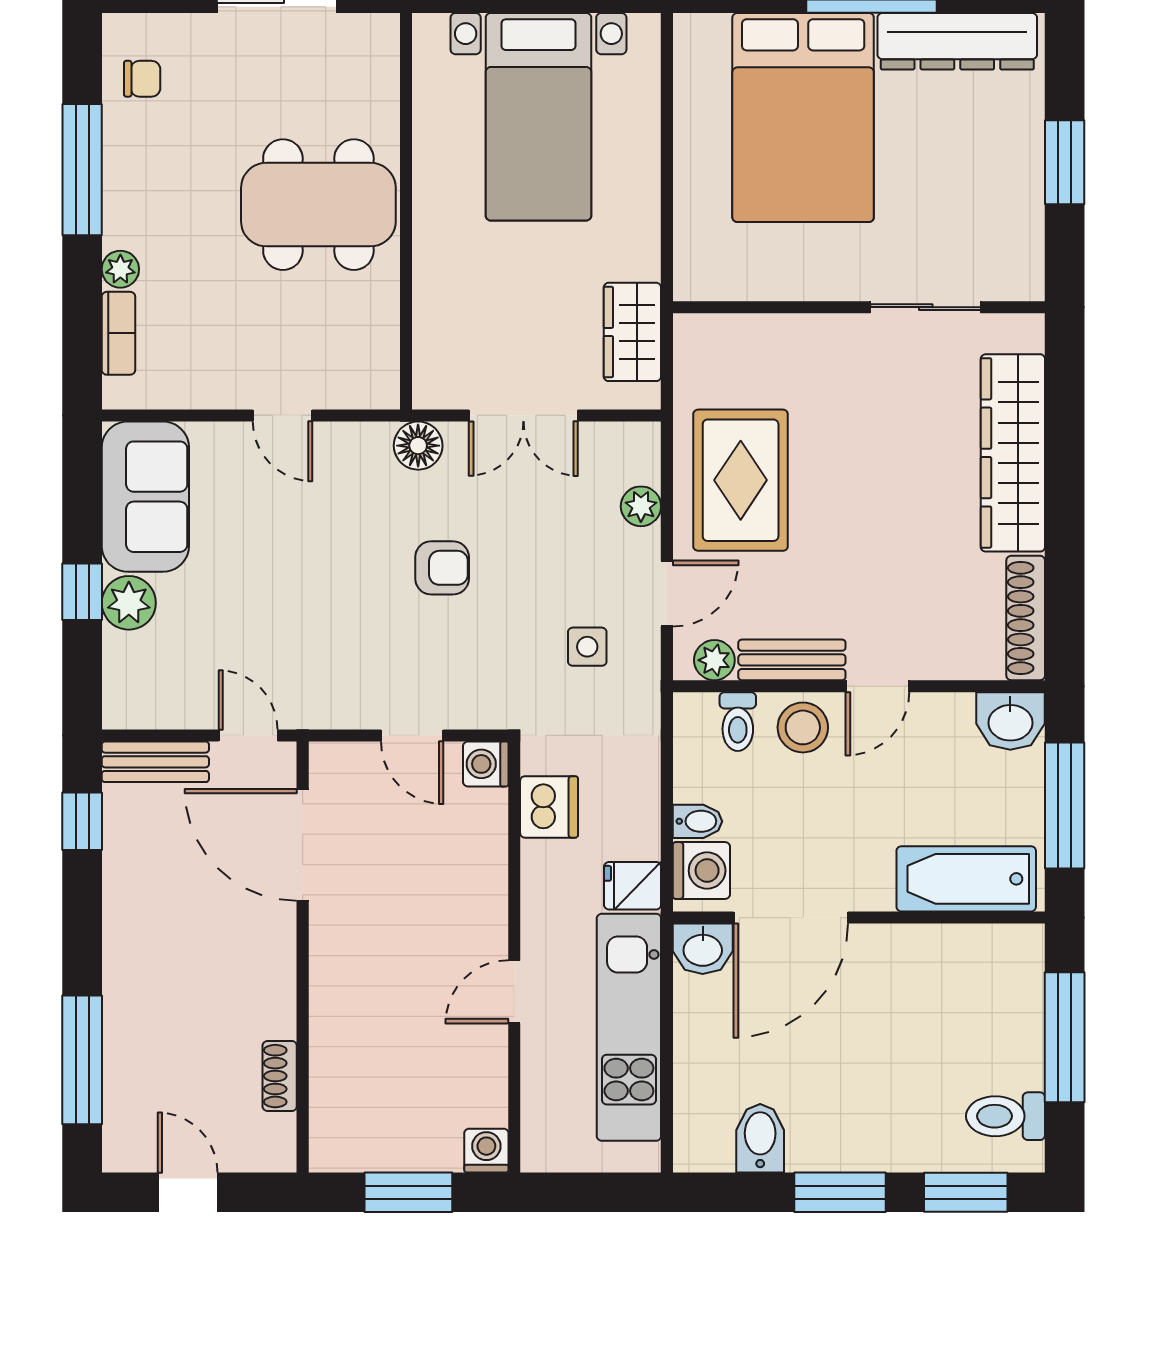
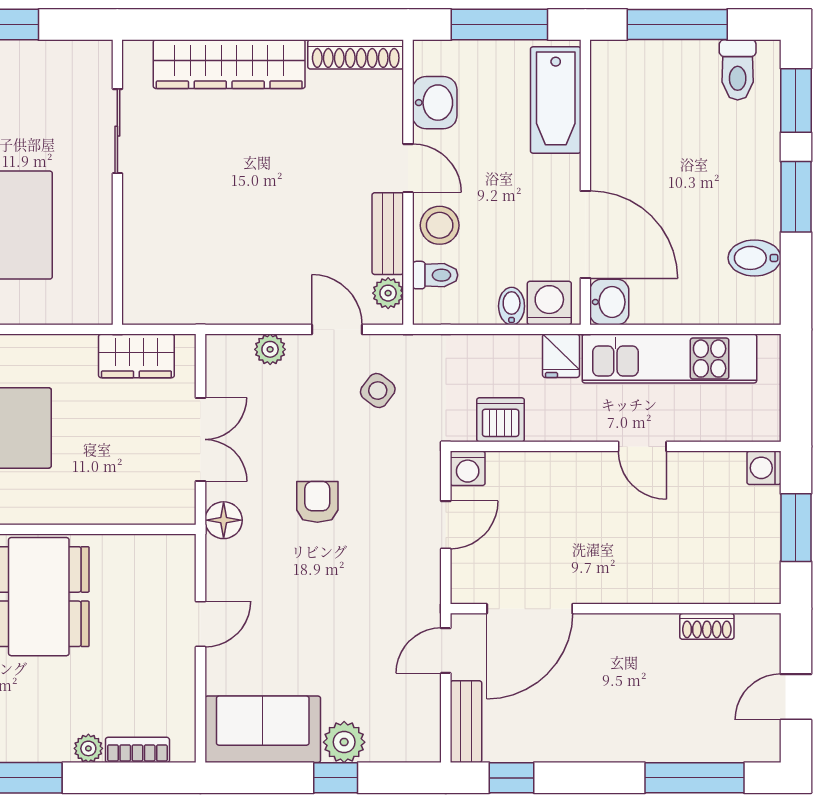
rug: (741, 480) -> (250, 273), removed
side table: (587, 647) -> (378, 391), turned 37
washbasin: (1010, 721) -> (435, 103), moved

